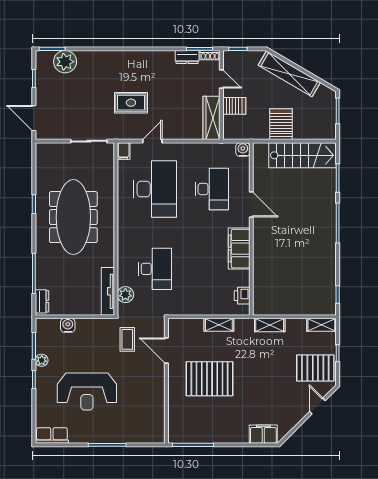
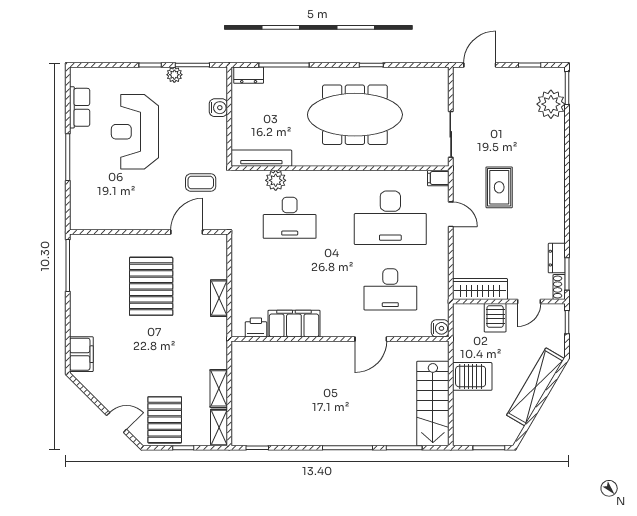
filing cabinet: (239, 249) -> (294, 324), moved
plant: (125, 295) -> (276, 180), moved
shelving: (270, 325) -> (219, 388), moved
row of seats: (52, 435) -> (80, 107), moved

